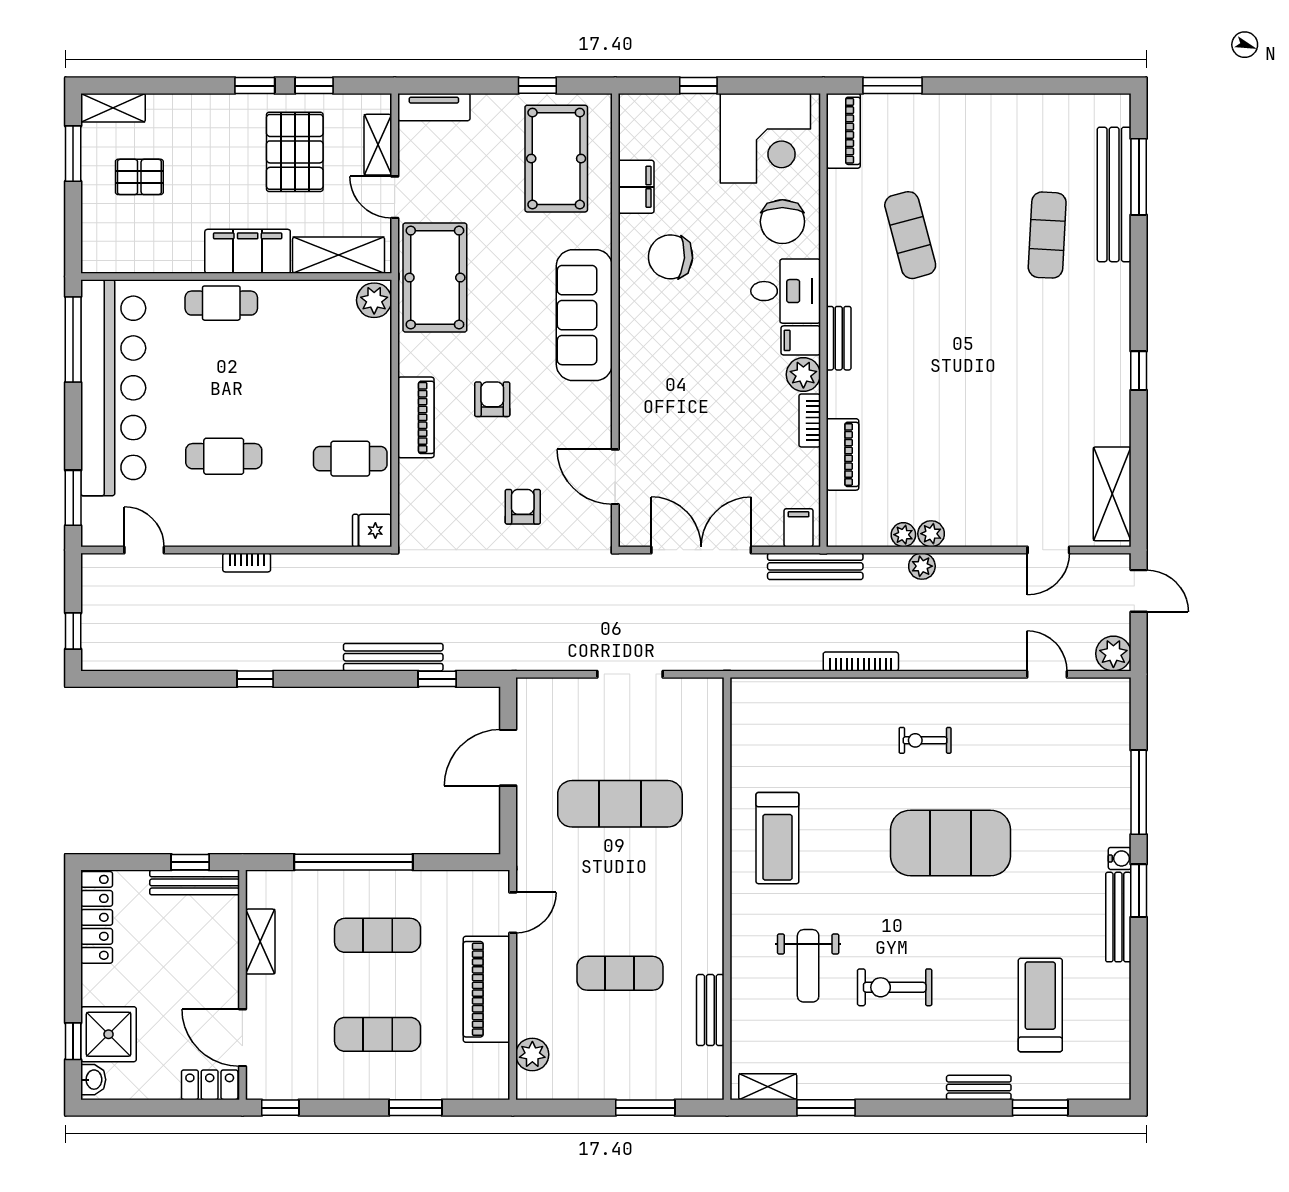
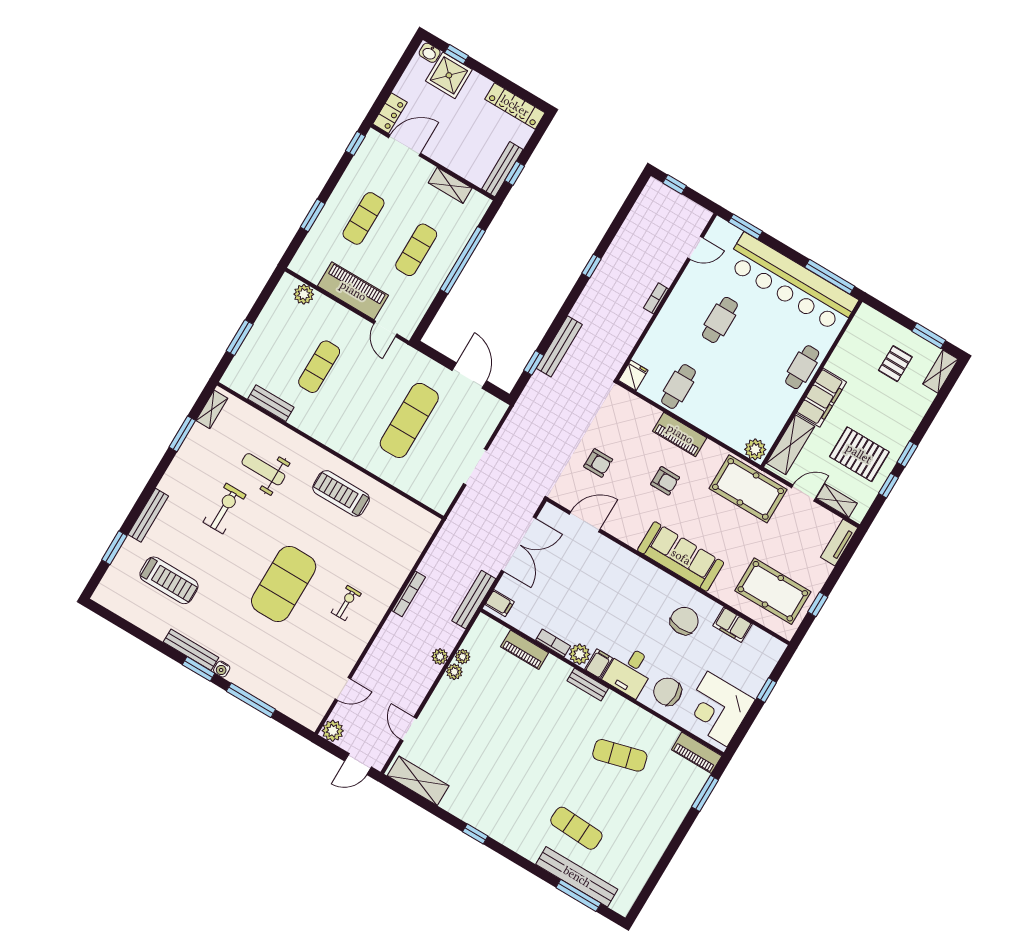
bench: (979, 1088) -> (148, 515), width x1.36

